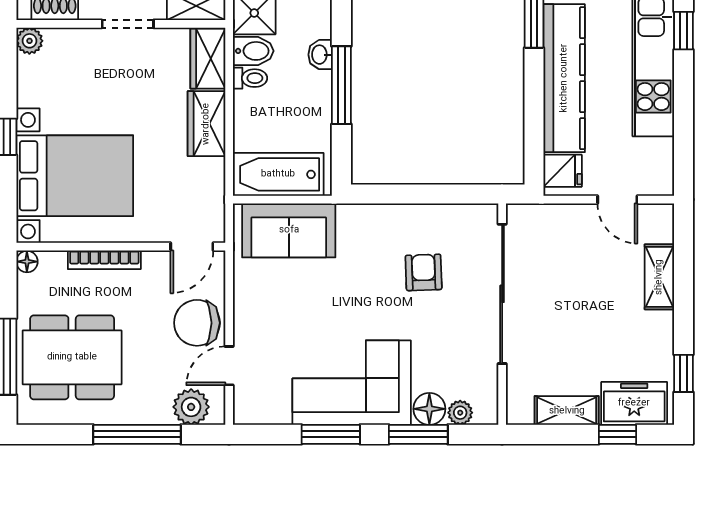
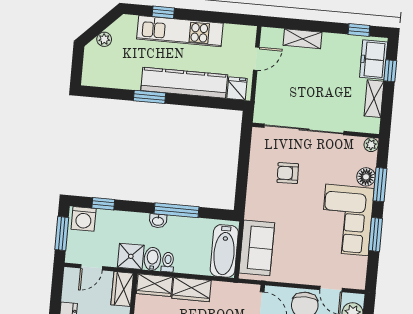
plant: (460, 413) -> (371, 145), moved

